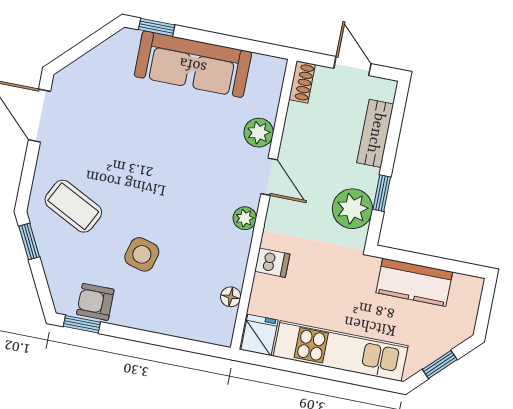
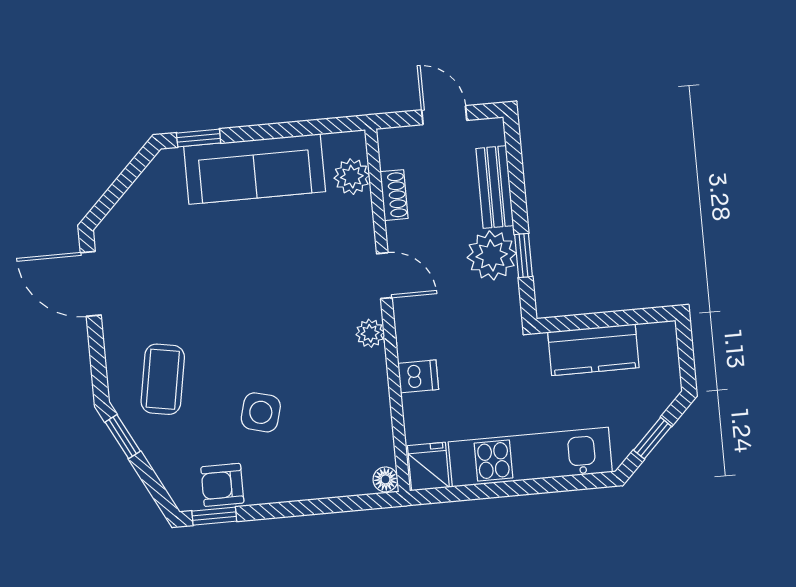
shoe rack: (302, 82) -> (394, 195), moved
plant: (259, 133) -> (352, 177), moved
coffee table: (73, 206) -> (163, 379), turned 73
plant: (352, 209) -> (492, 255), moved
floor lamp: (231, 297) -> (385, 479), moved

